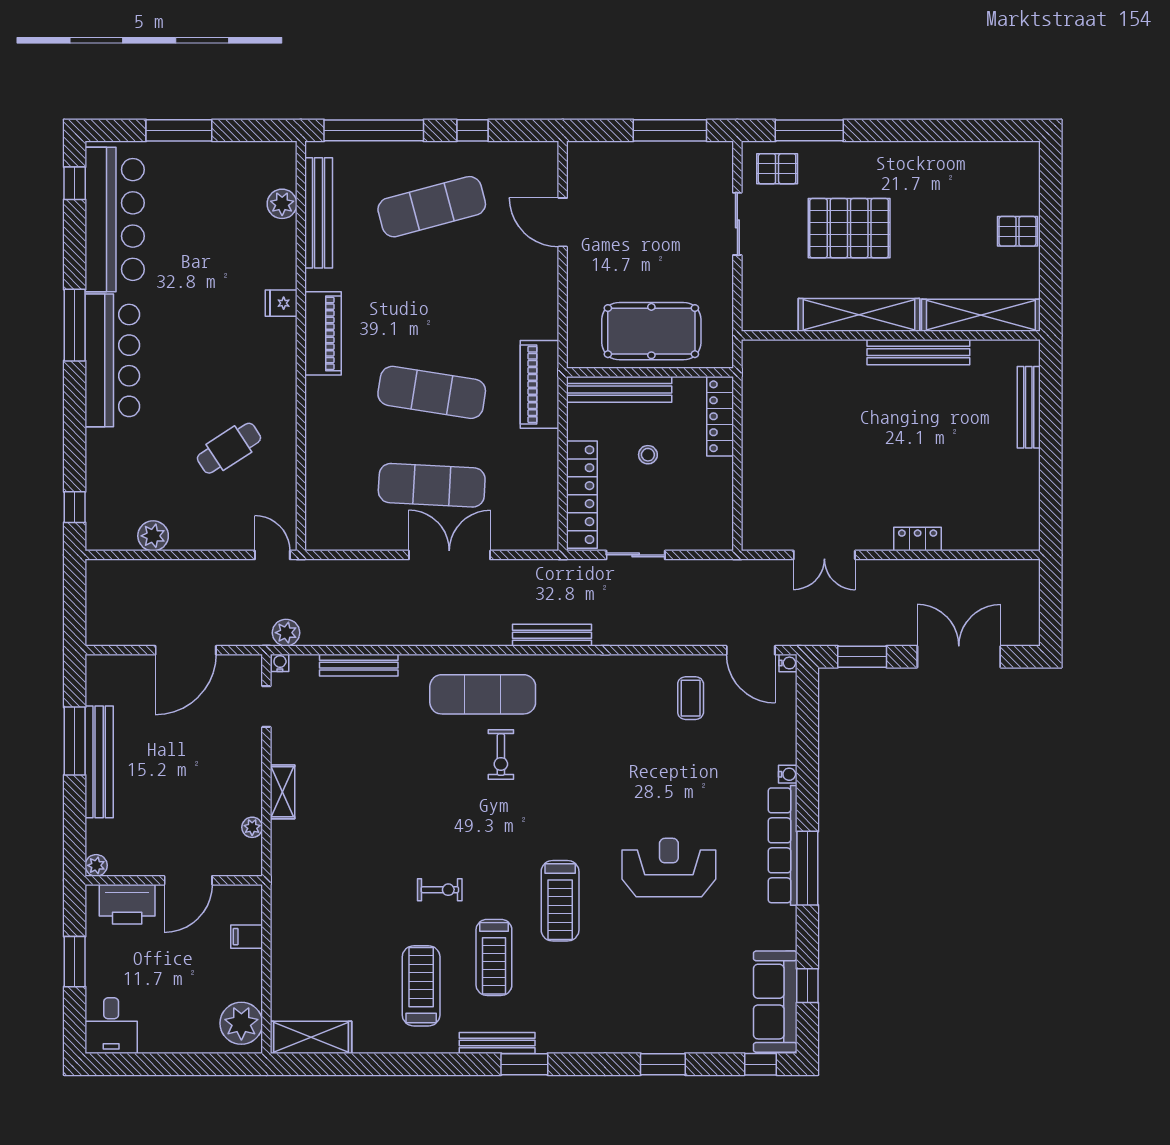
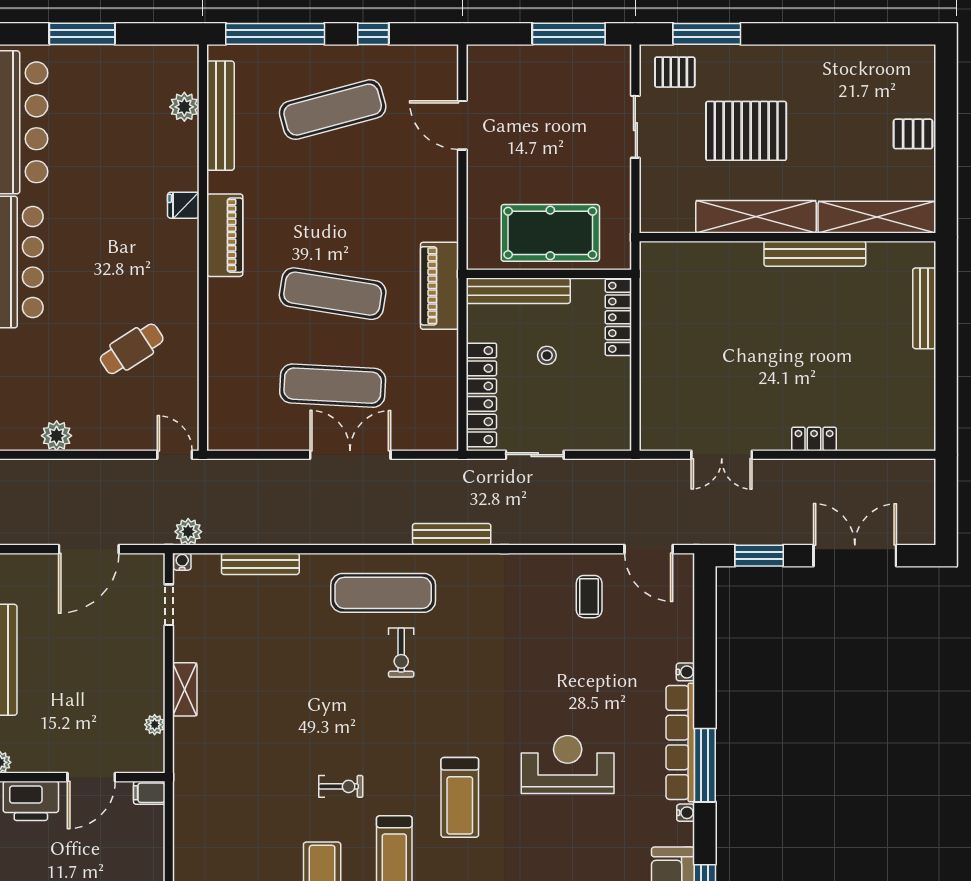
water cooler: (788, 663) -> (686, 813), moved
filing cabinet: (247, 937) -> (149, 793), moved

